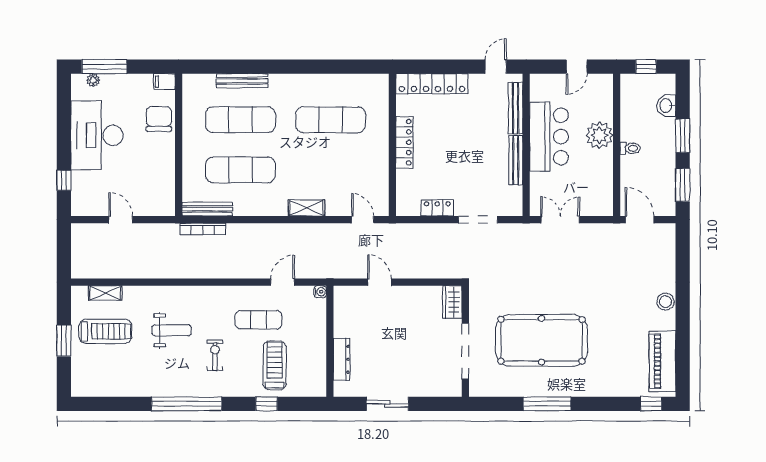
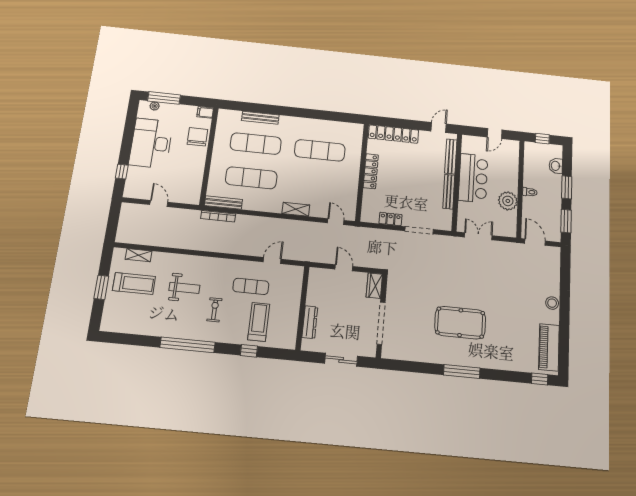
plant: (599, 135) -> (508, 201), moved
water cooler: (320, 292) -> (299, 270), removed
wardrobe: (452, 302) -> (374, 286), moved
pool table: (542, 340) -> (460, 323), width x0.73, depth x0.76
wall: (465, 341) -> (382, 316), moved
doorway: (465, 351) -> (381, 323), moved

